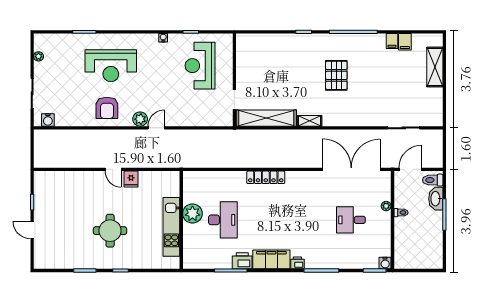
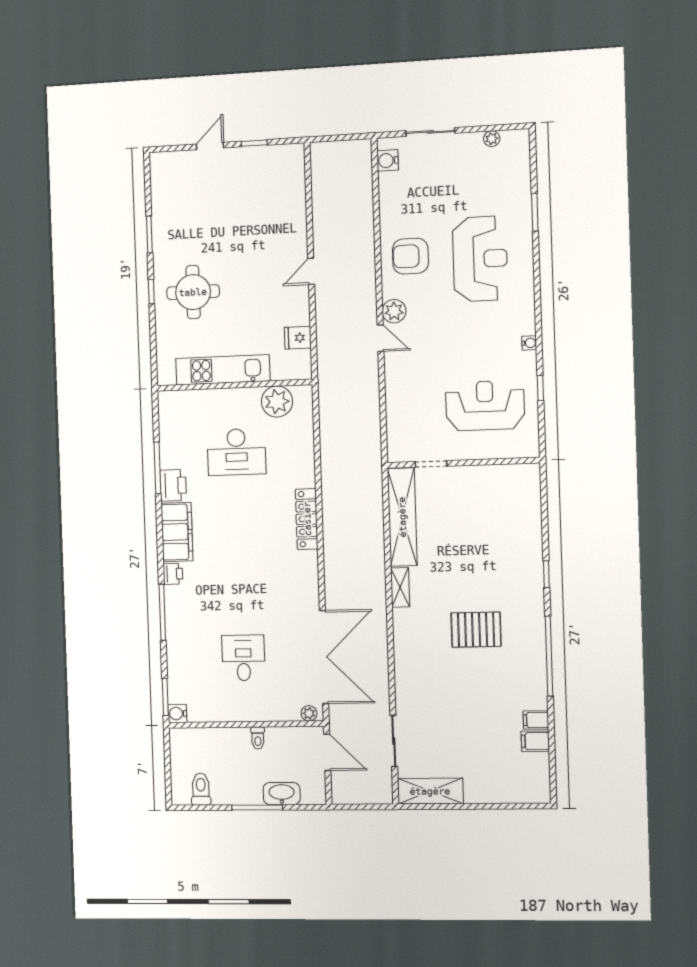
reception desk: (111, 66) -> (480, 259), turned 180
shelving: (435, 67) -> (430, 791), moved
fridge: (131, 179) -> (298, 338), moved
toilet: (433, 180) -> (201, 789), moved
plant: (386, 206) -> (309, 713), moved
plant: (192, 214) -> (277, 402), moved
round table: (110, 231) -> (193, 292), moved

